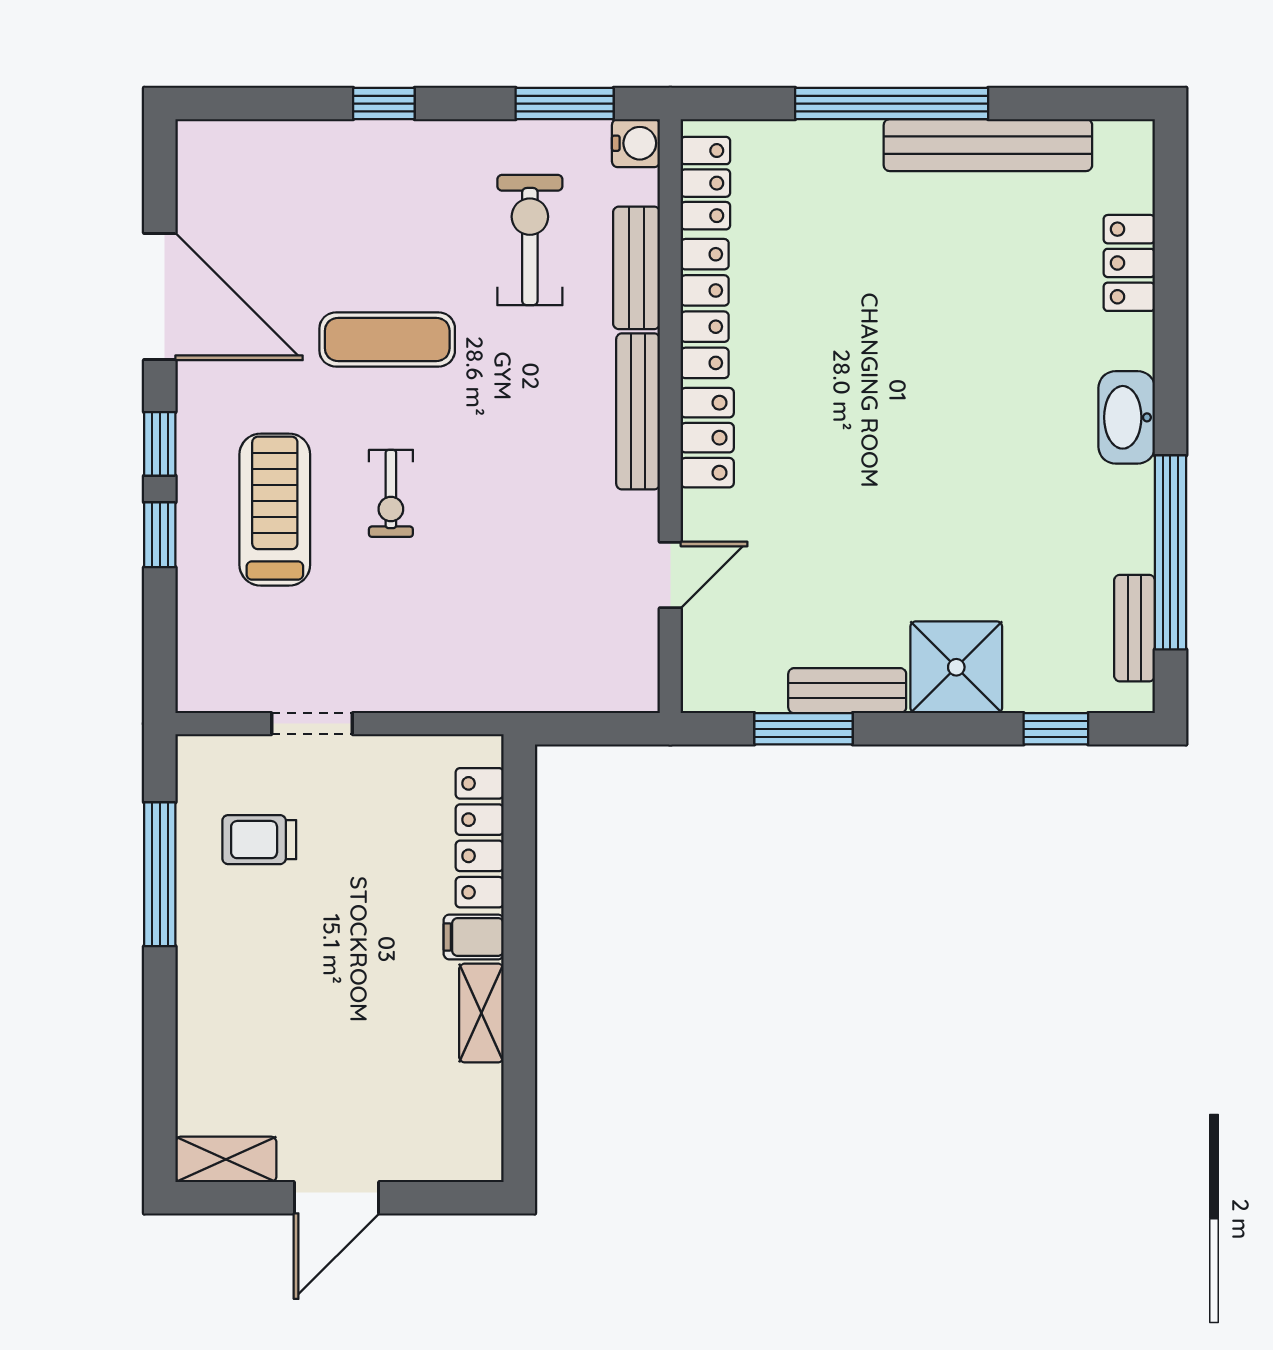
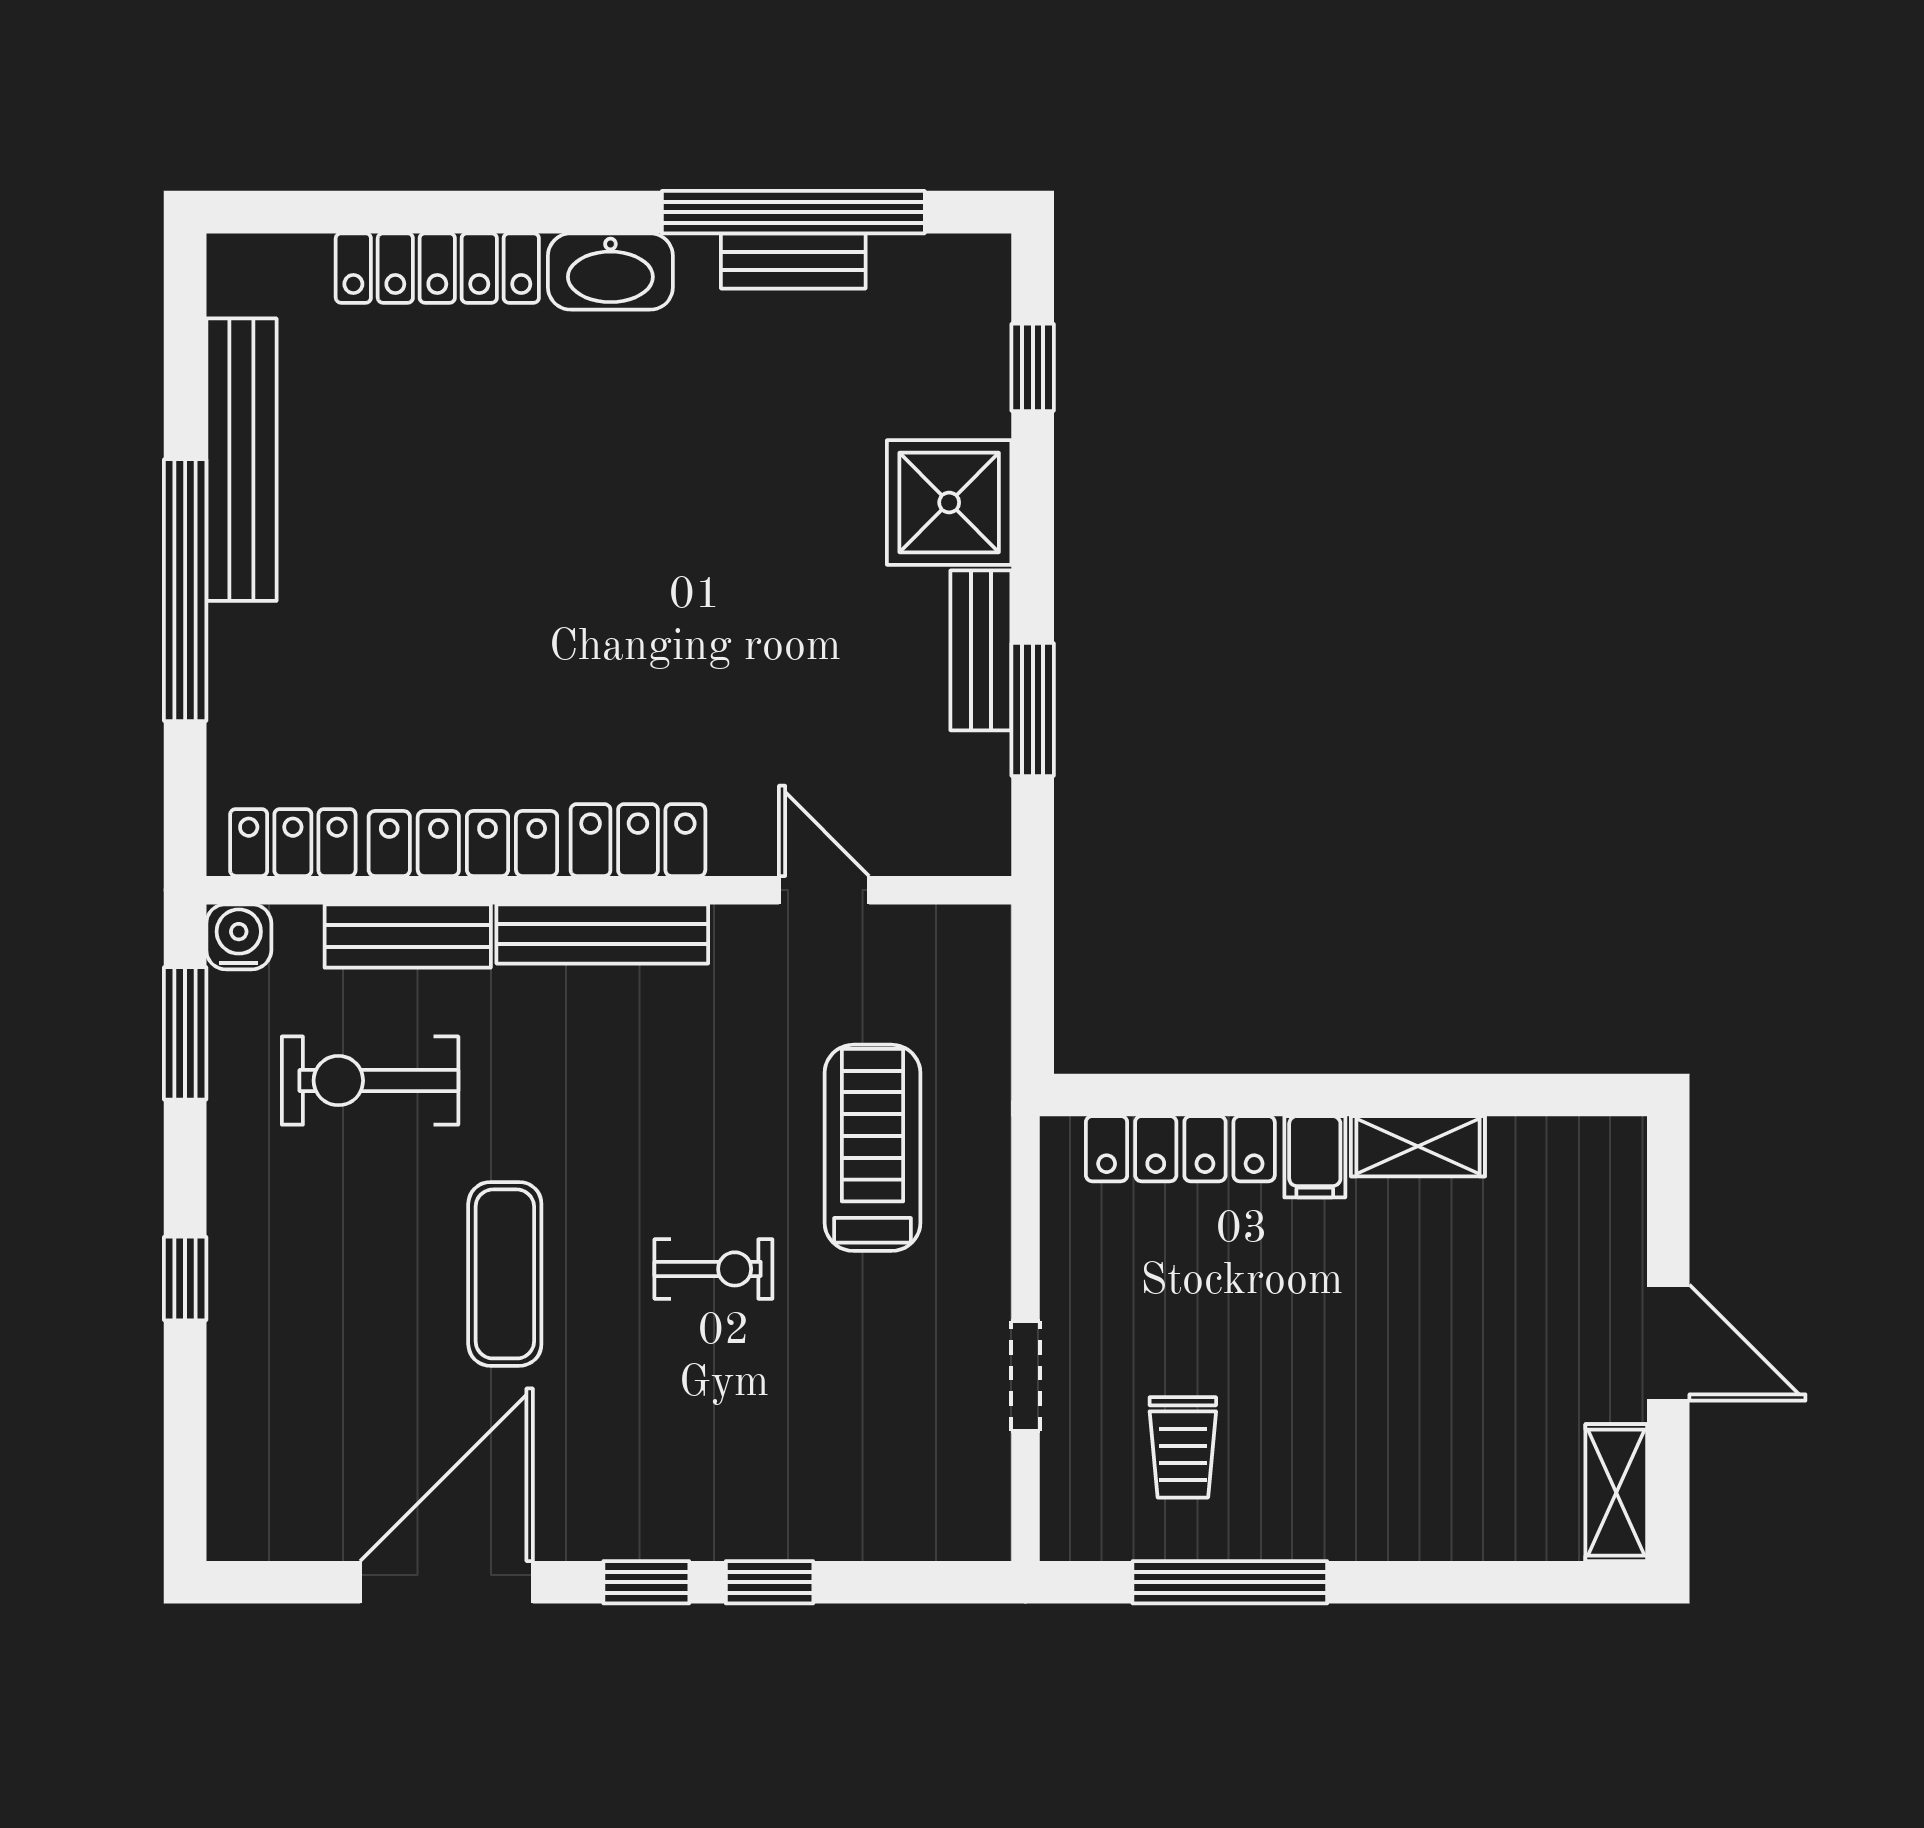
locker: (1129, 263) -> (437, 268), width x1.53
treadmill: (275, 510) -> (873, 1148), moved, turned 90
bench: (1134, 628) -> (793, 261), moved

